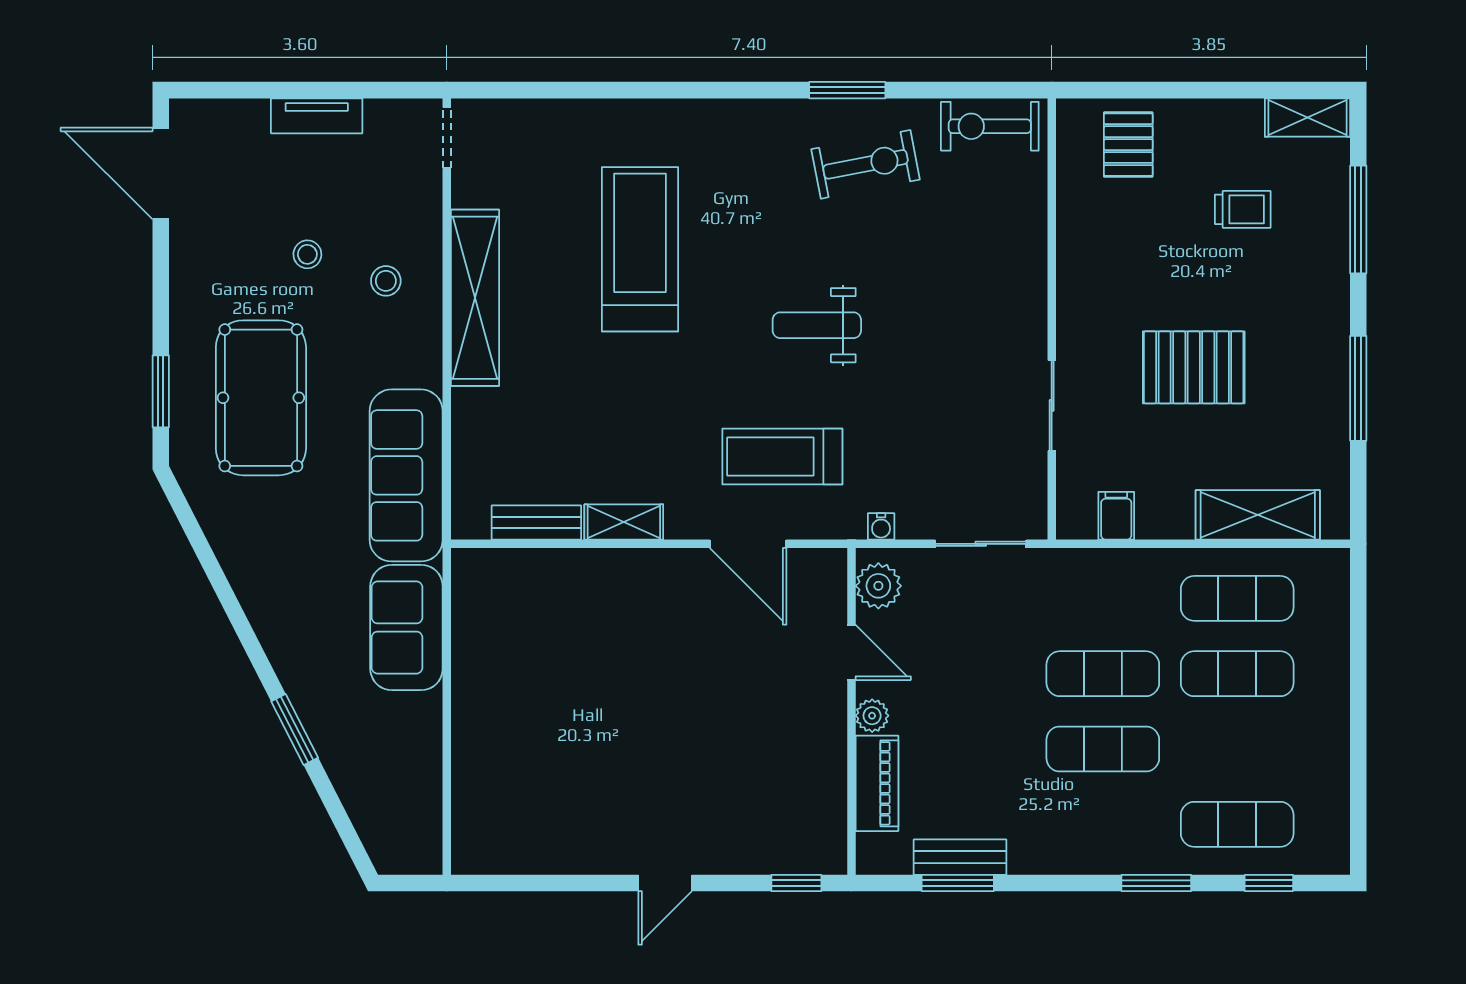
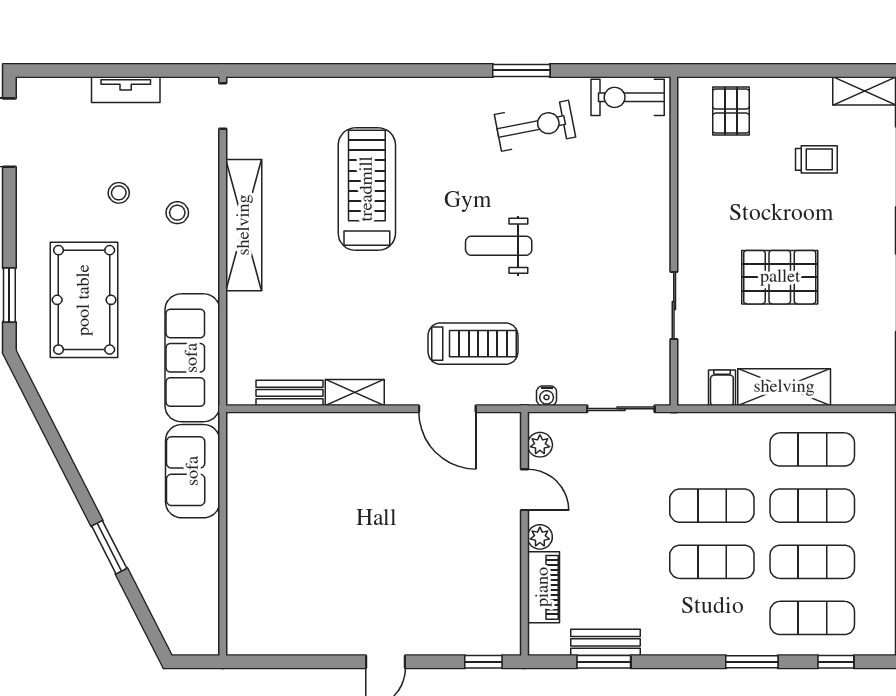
treadmill: (782, 456) -> (473, 344), turned 180
shelving: (1258, 515) -> (784, 387), moved
plant: (878, 586) -> (540, 445), width x0.73, depth x0.73
exercise mat: (1237, 749) -> (812, 562), added

